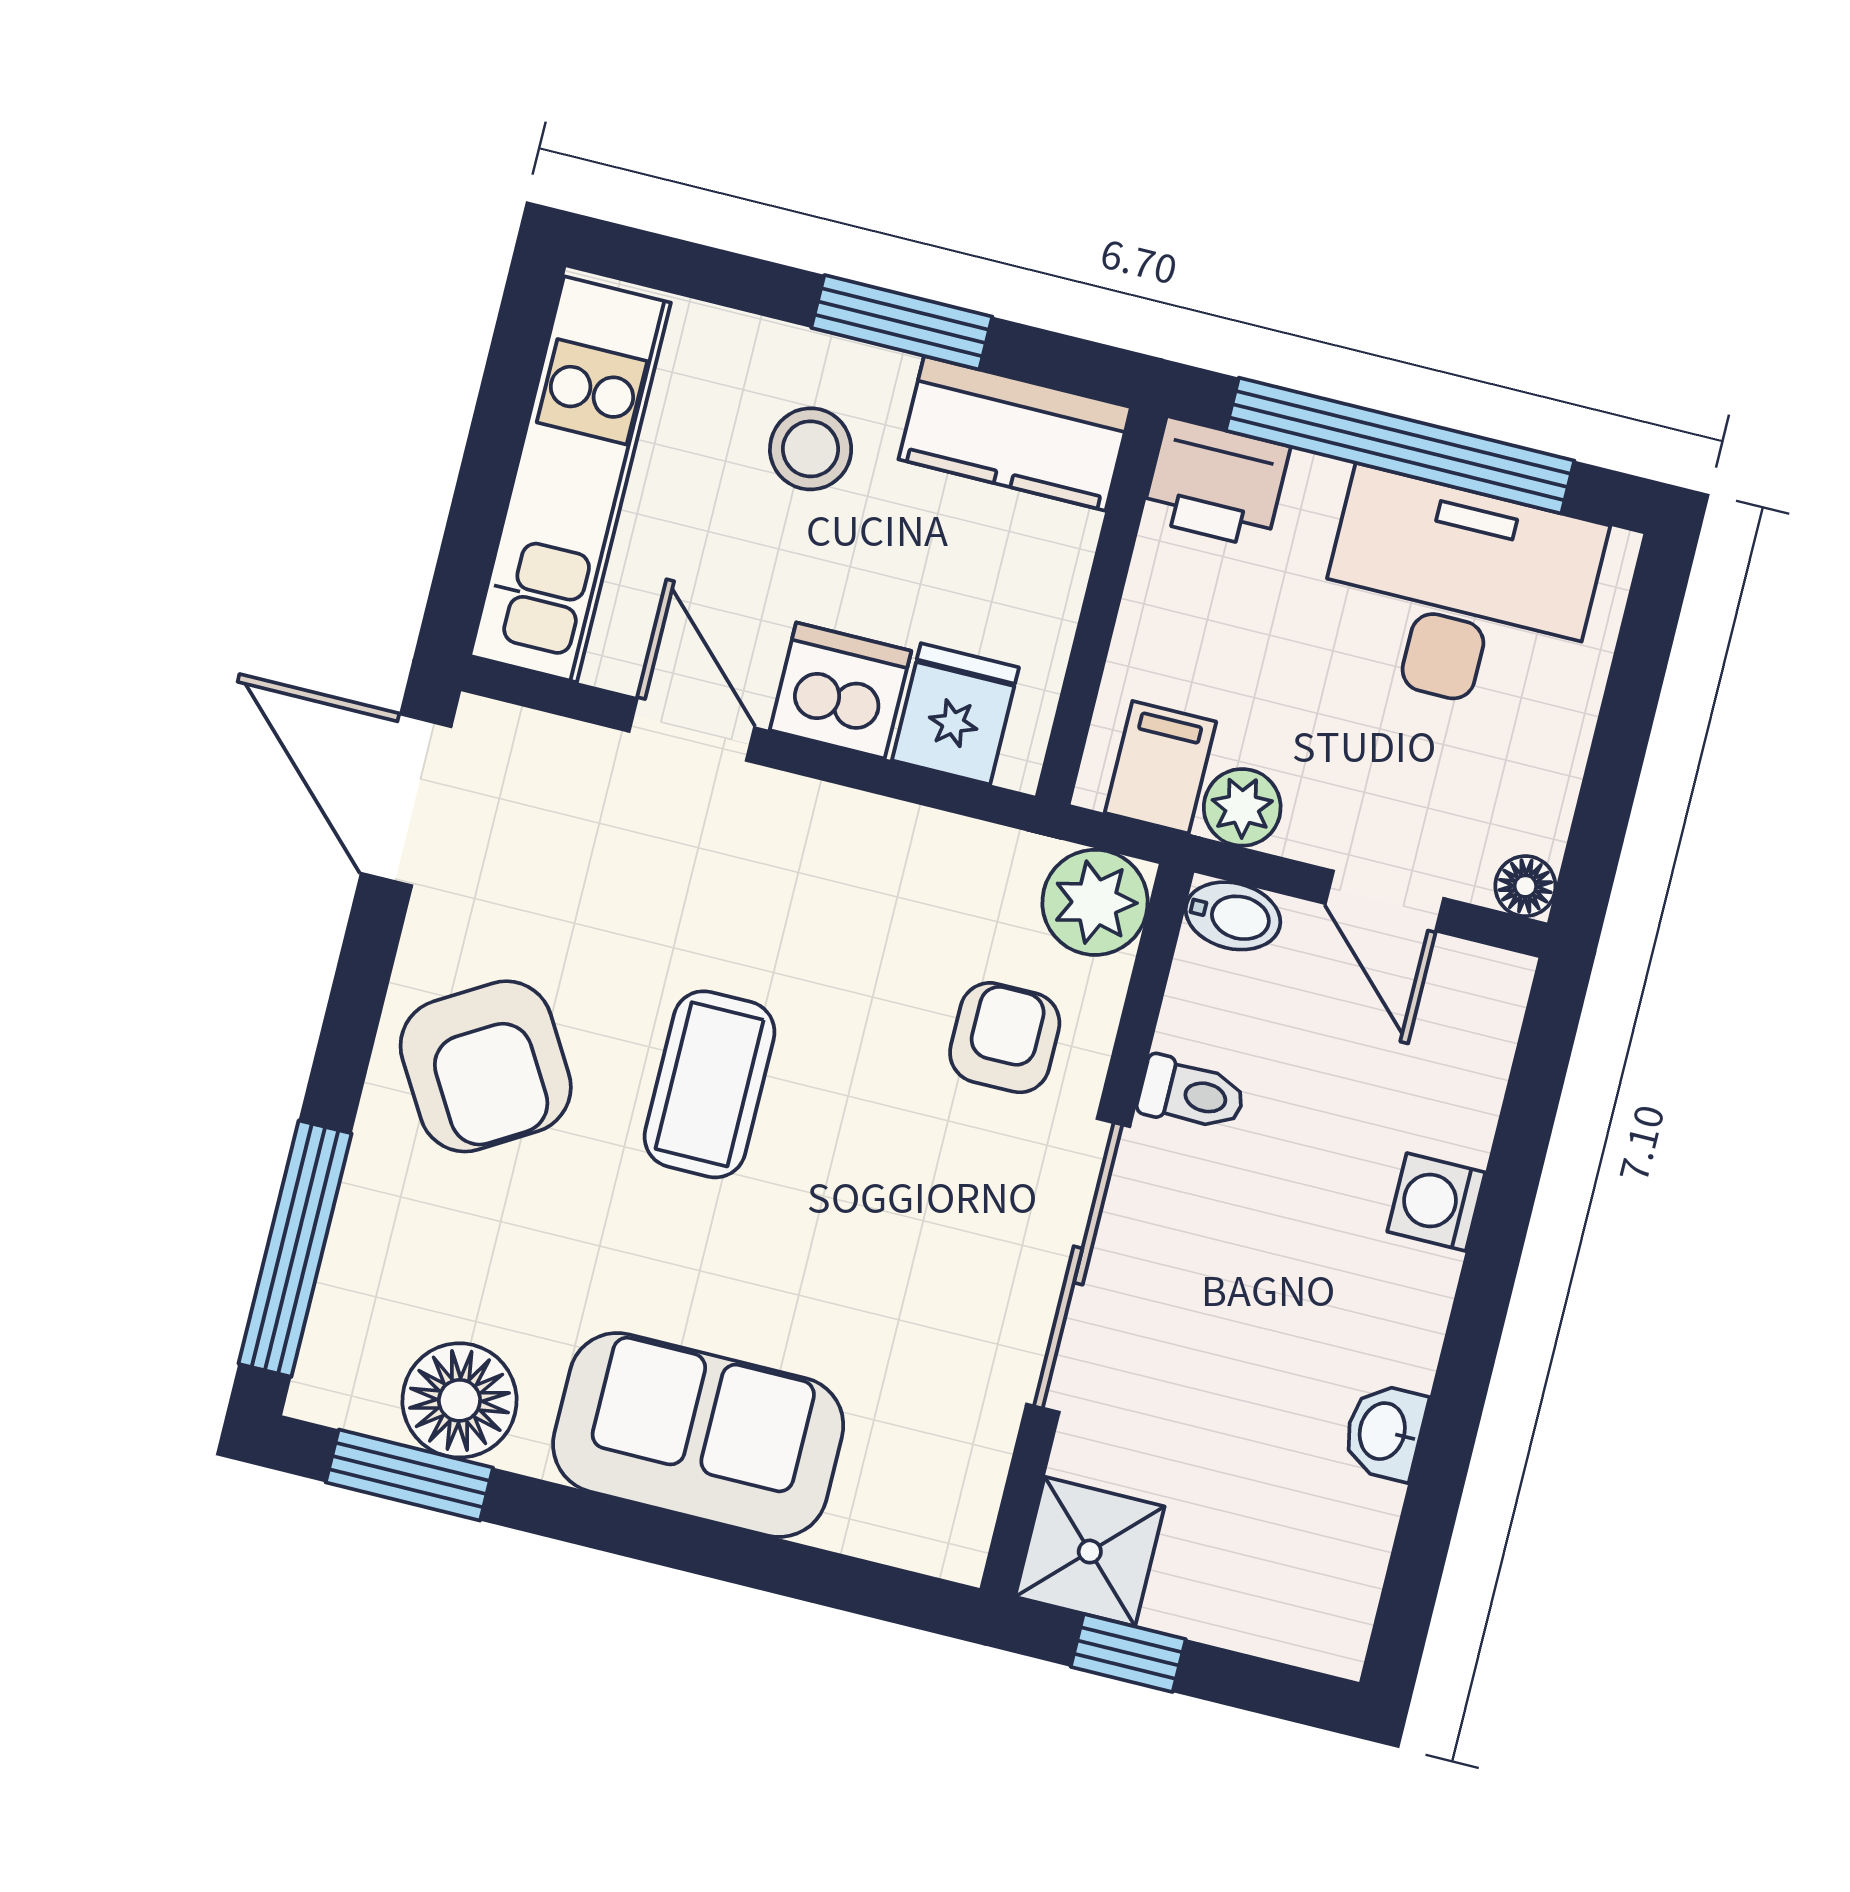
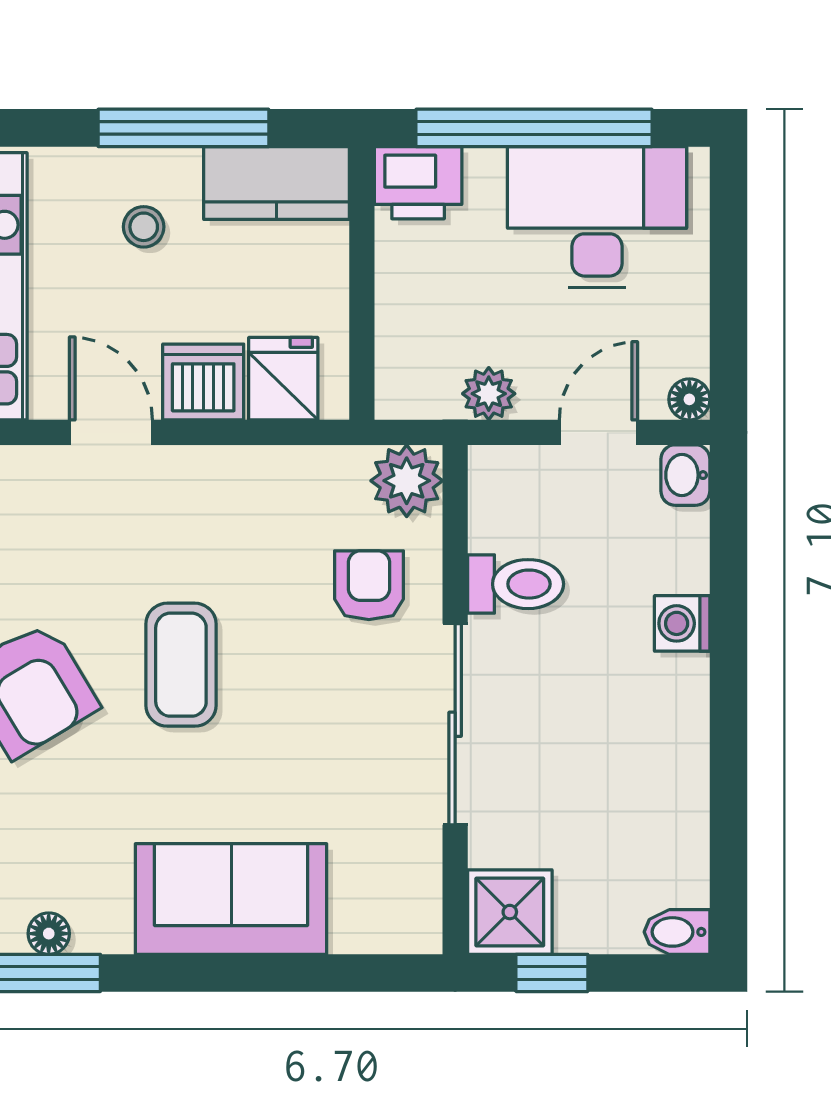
window: (902, 322) -> (183, 128), width x1.44
stool: (811, 449) -> (144, 227), width x0.73, depth x0.73
filing cabinet: (1160, 767) -> (428, 380), removed
door: (1384, 901) -> (598, 432), swing flipped
bidet: (1233, 916) -> (677, 932), moved, turned 180
toilet: (1192, 1094) -> (516, 584), width x1.37, depth x1.39
floor lamp: (459, 1400) -> (49, 934), width x0.53, depth x0.53
washbasin: (1384, 1432) -> (685, 475), moved

